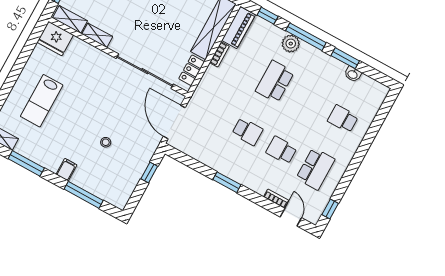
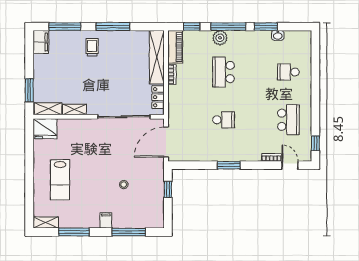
door: (174, 122) -> (166, 142), hinge flipped
school desk: (281, 150) -> (256, 120), removed

